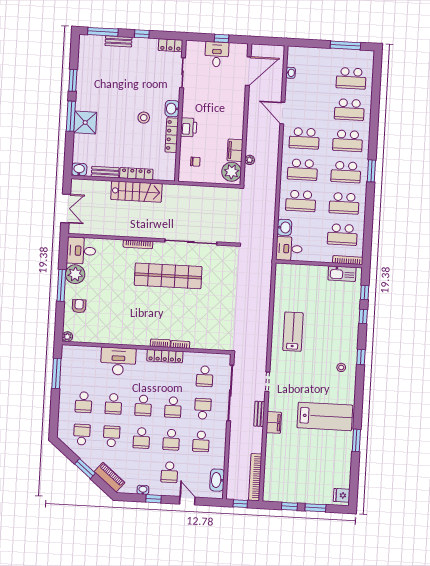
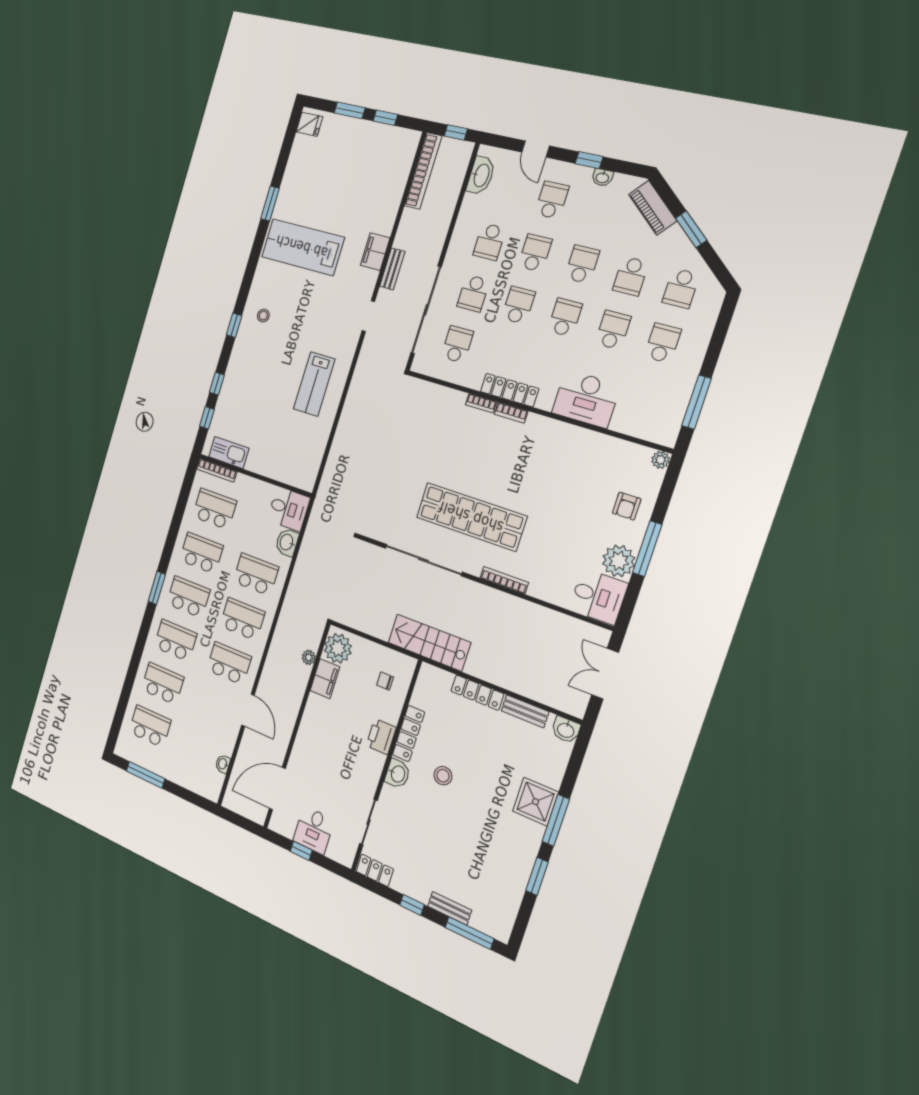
stairs: (136, 192) -> (429, 643), moved
school desk: (201, 441) -> (489, 242), turned 180

